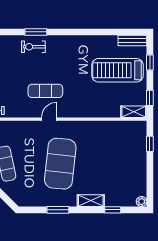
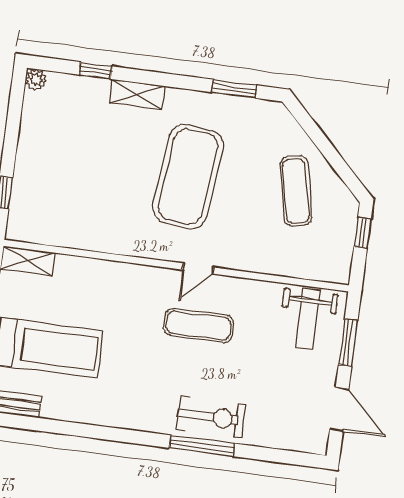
window: (36, 32) -> (202, 446), width x1.44
exercise bike: (33, 47) -> (211, 417), width x1.38, depth x1.39
window: (58, 210) -> (234, 89), moved

